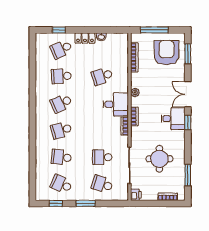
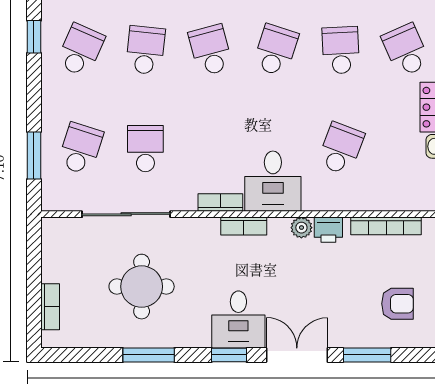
armchair: (167, 53) -> (398, 304), width x0.53, depth x0.53
window: (188, 54) -> (367, 355), moved
school desk: (102, 76) -> (341, 149), turned 39
school desk: (61, 103) -> (276, 50), turned 42
window: (188, 175) -> (149, 355), moved
printer: (136, 195) -> (328, 230), moved
window: (86, 203) -> (34, 155), moved

